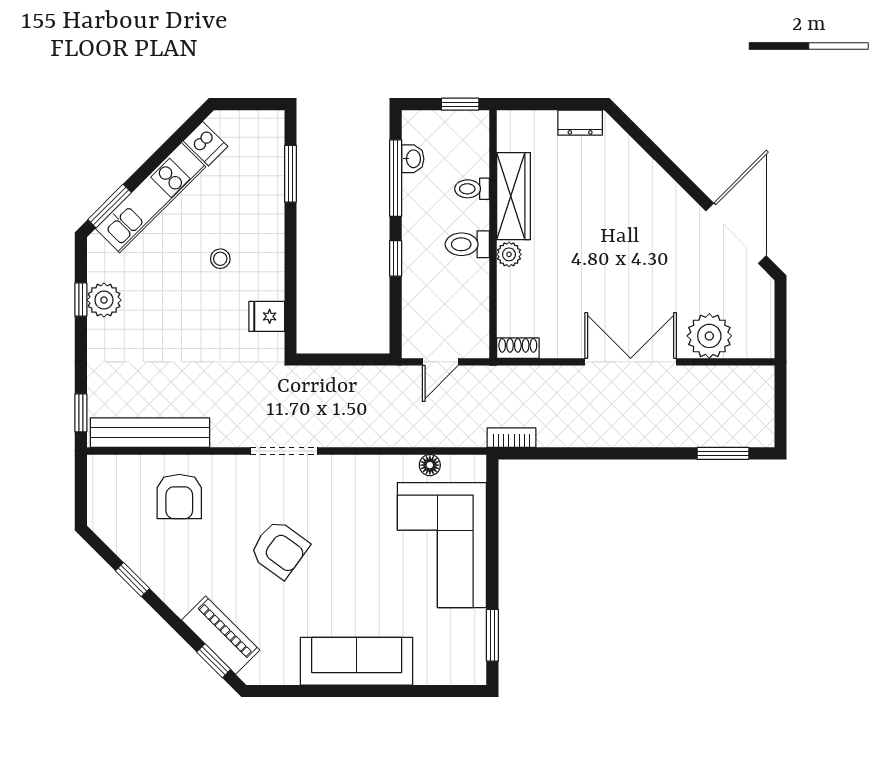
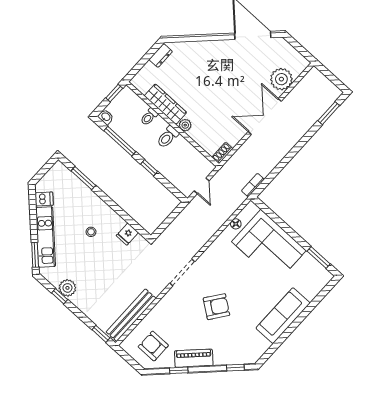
washbasin: (413, 159) -> (106, 117), moved
armchair: (179, 497) -> (153, 346), moved, turned 180
piano: (221, 635) -> (194, 358), moved

